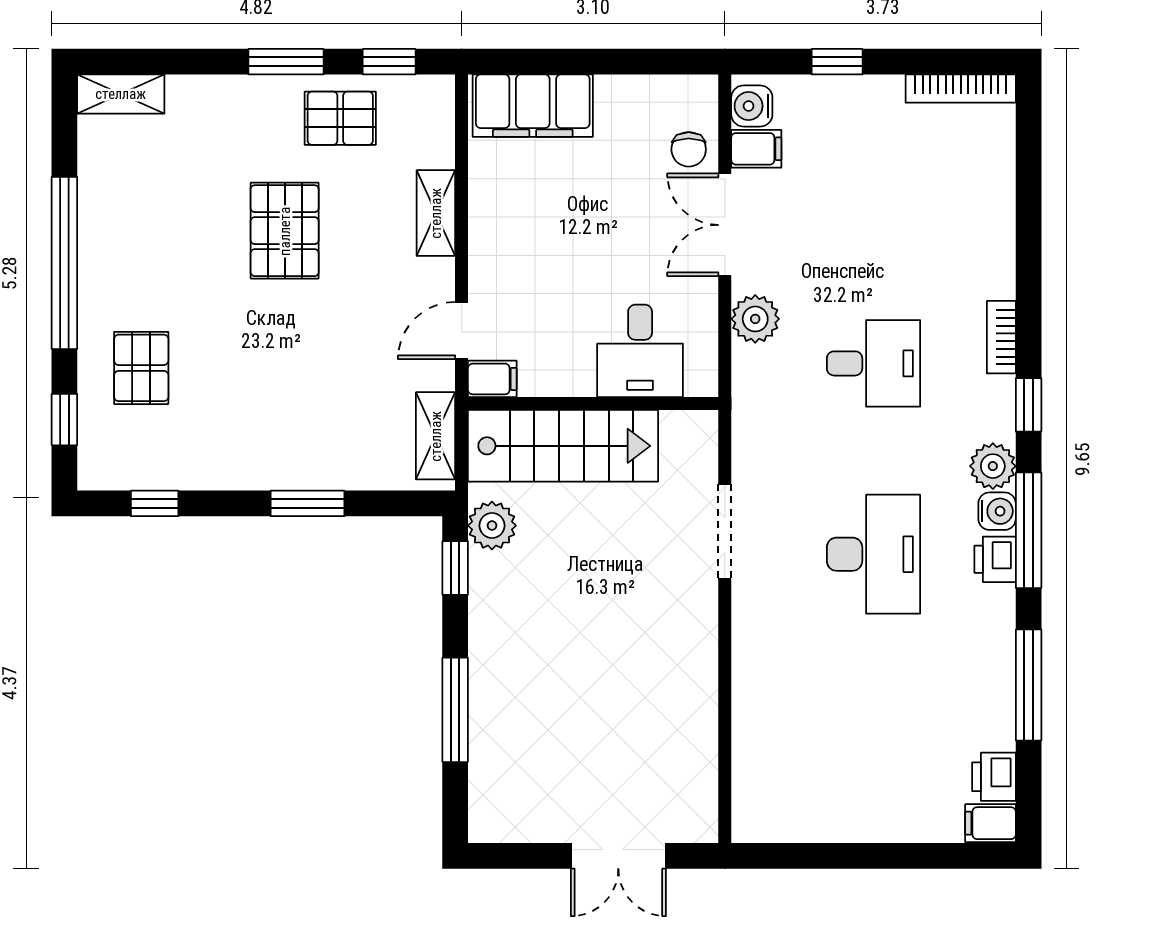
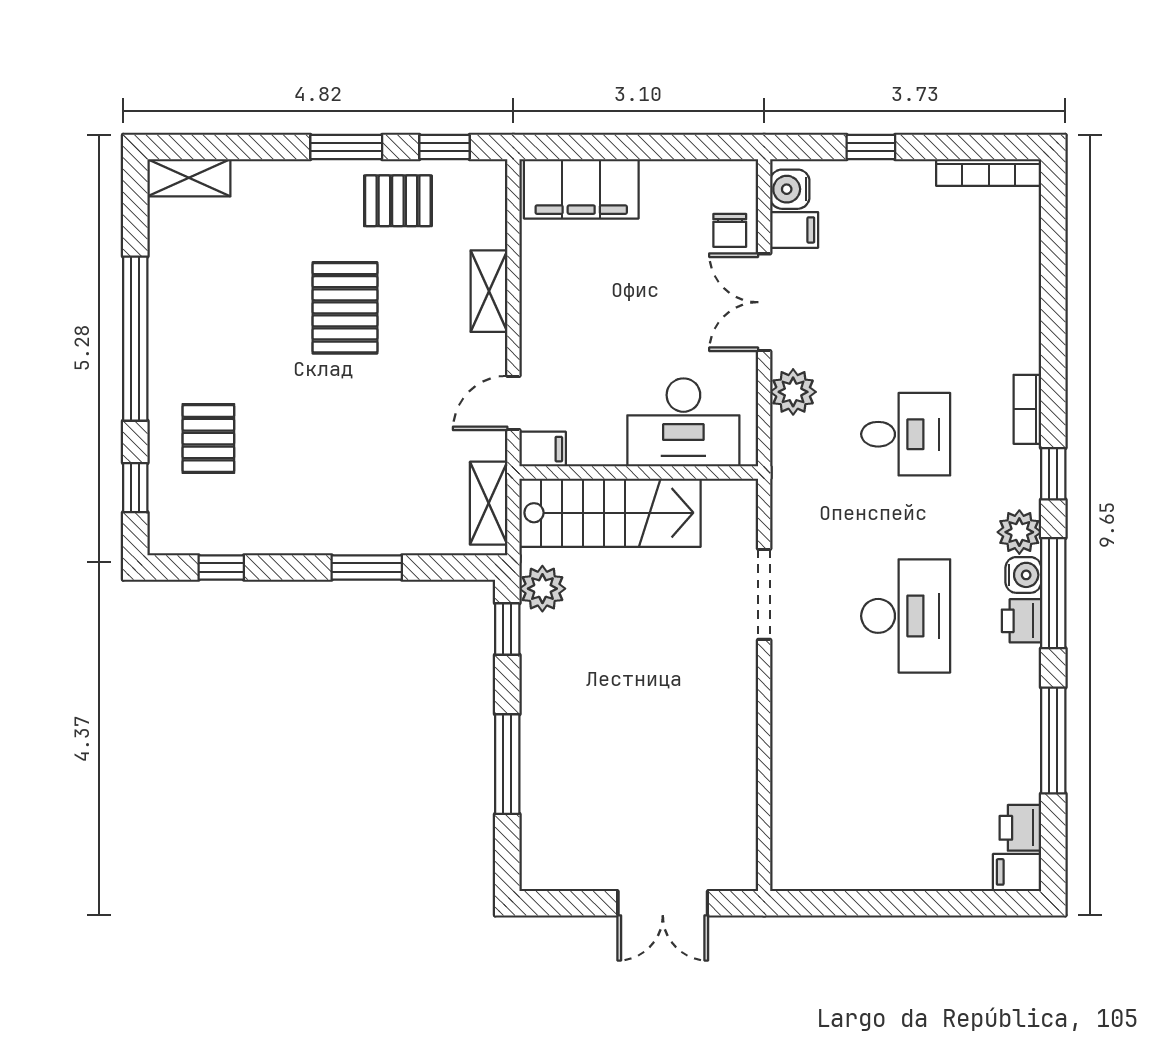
desk: (640, 351) -> (683, 422), width x1.37

